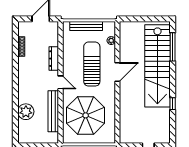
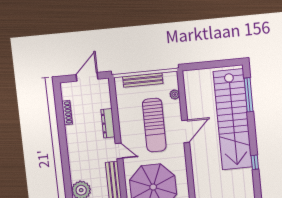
sun lounger: (92, 64) -> (154, 125), turned 180

